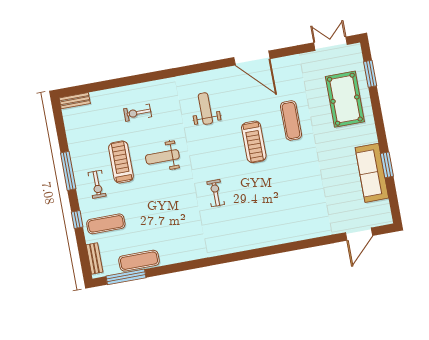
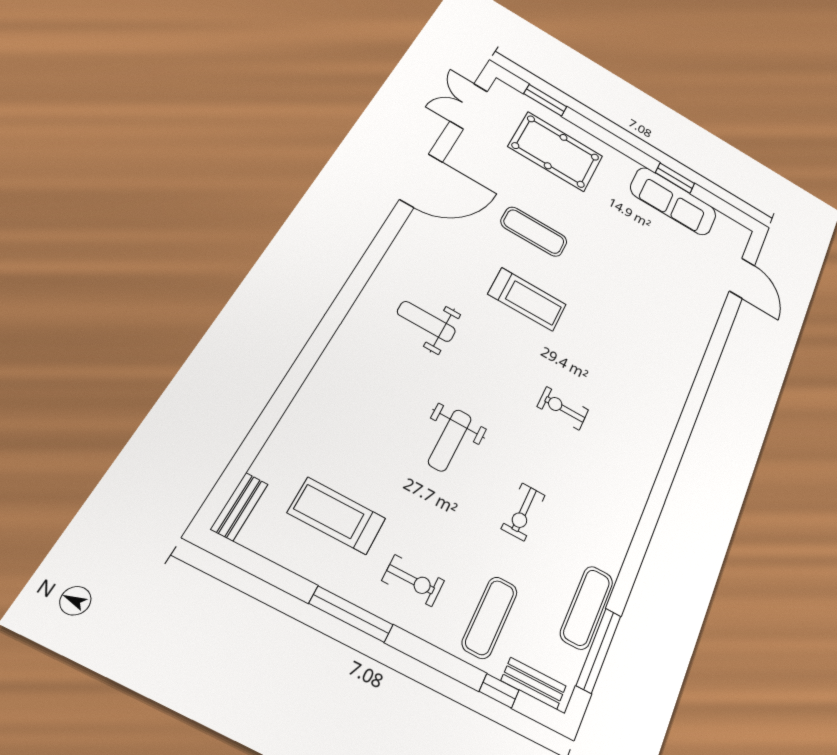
door: (252, 58) -> (421, 181), moved
exercise bike: (138, 113) -> (523, 512), moved
treadmill: (121, 162) -> (337, 516), moved
window: (77, 220) -> (499, 691), moved

